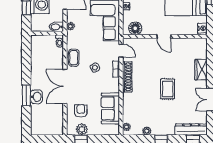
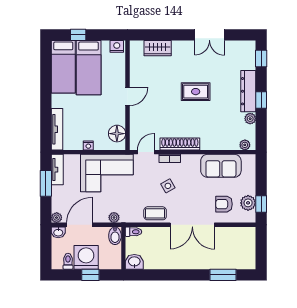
wardrobe: (201, 70) -> (158, 48), moved
window: (26, 95) -> (223, 275), moved
washbasin: (36, 97) -> (134, 262), moved
dresser: (191, 130) -> (248, 91), moved

